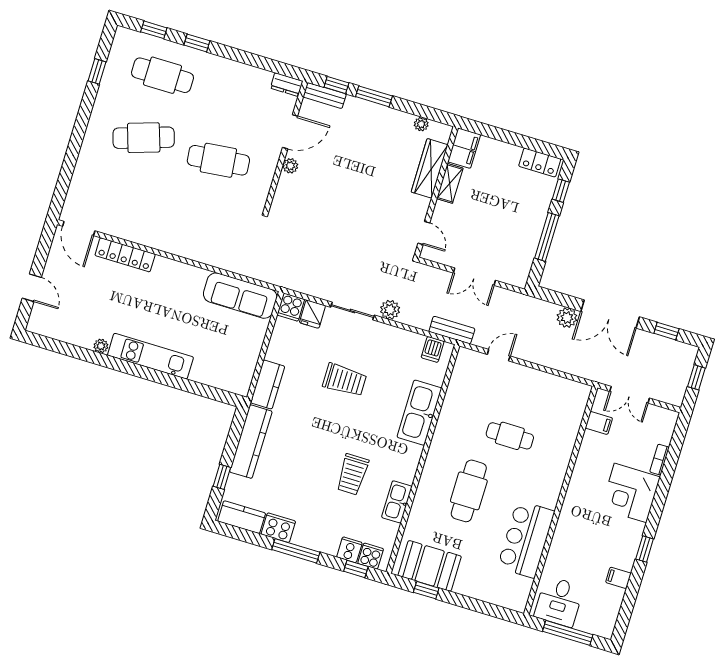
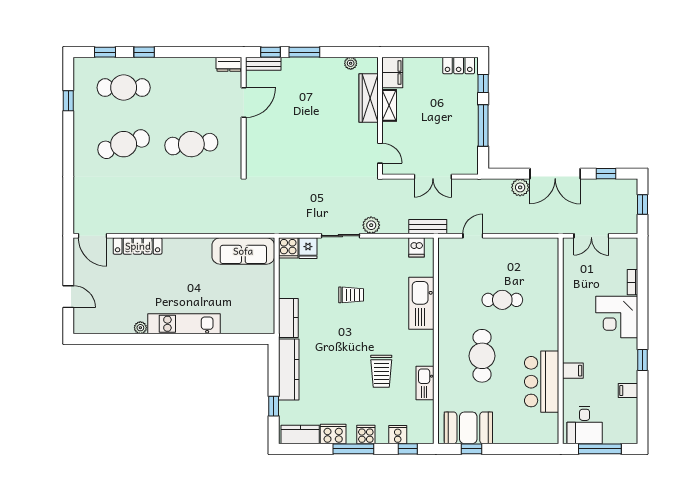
plant: (290, 166) -> (252, 131), removed
trolley: (345, 380) -> (351, 295), width x0.73, depth x0.72
filing cabinet: (599, 423) -> (573, 371), moved
cooker: (371, 556) -> (366, 434), moved

